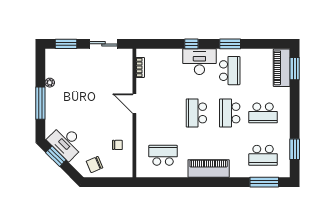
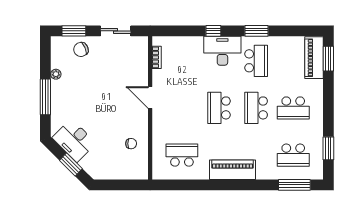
window: (56, 156) -> (71, 164), moved
chair: (95, 165) -> (81, 49), moved

